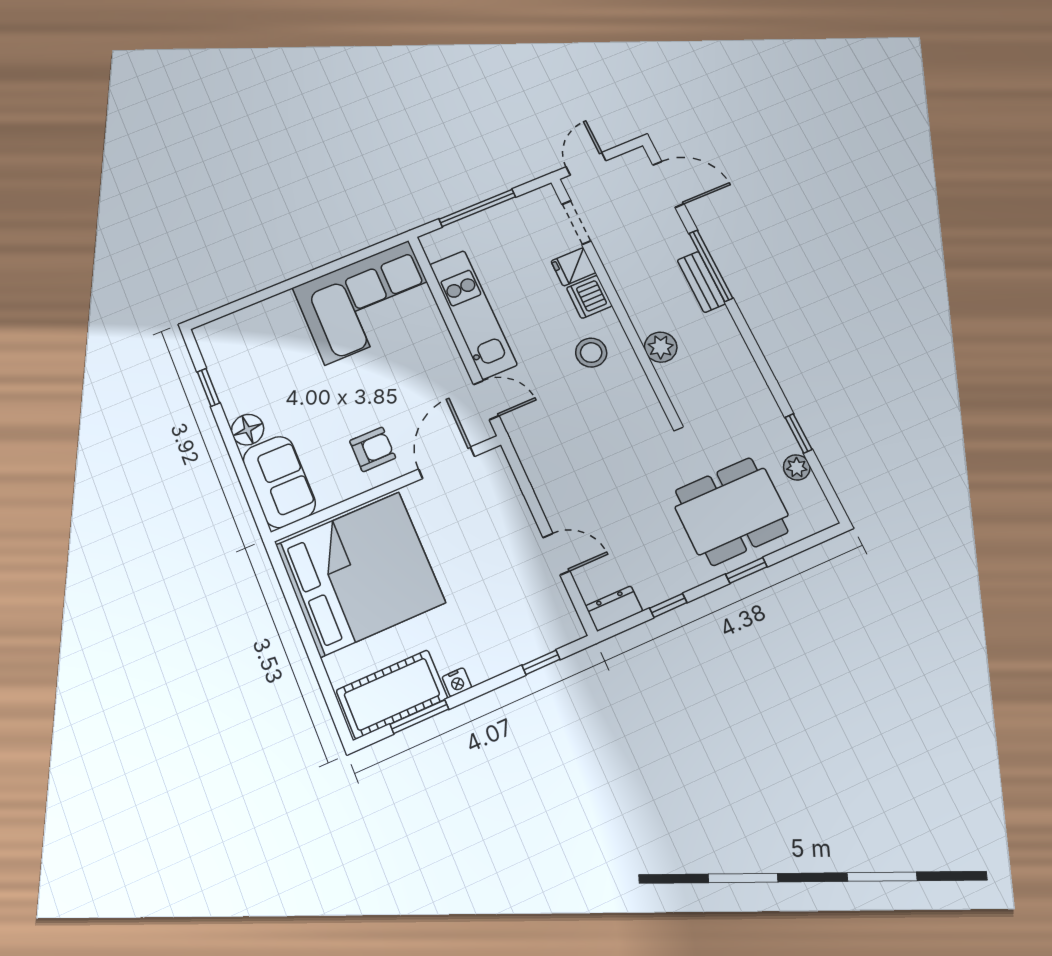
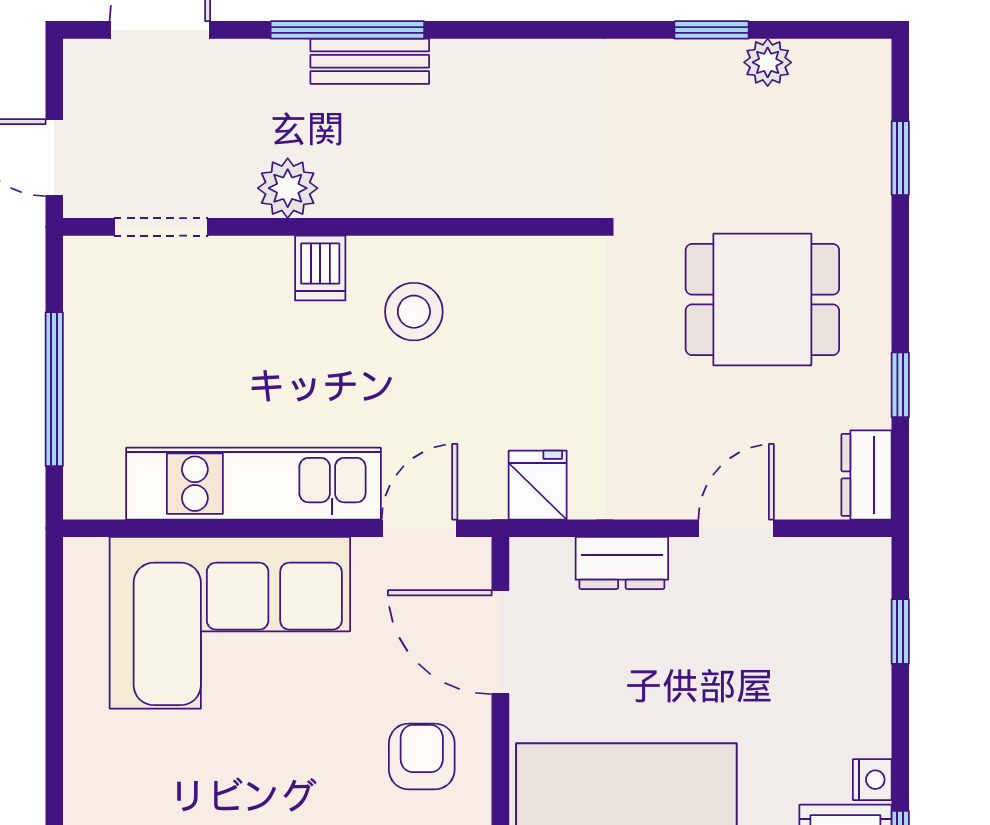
fridge: (573, 267) -> (538, 485), moved, turned 180
dishwasher: (589, 297) -> (320, 268), width x0.73
corner sofa: (367, 302) -> (230, 623), moved, turned 90
plant: (661, 347) -> (288, 188), moved
dresser: (513, 505) -> (622, 563), added
dining table: (732, 511) -> (762, 300), moved, width x0.73
window: (746, 570) -> (900, 158), moved

